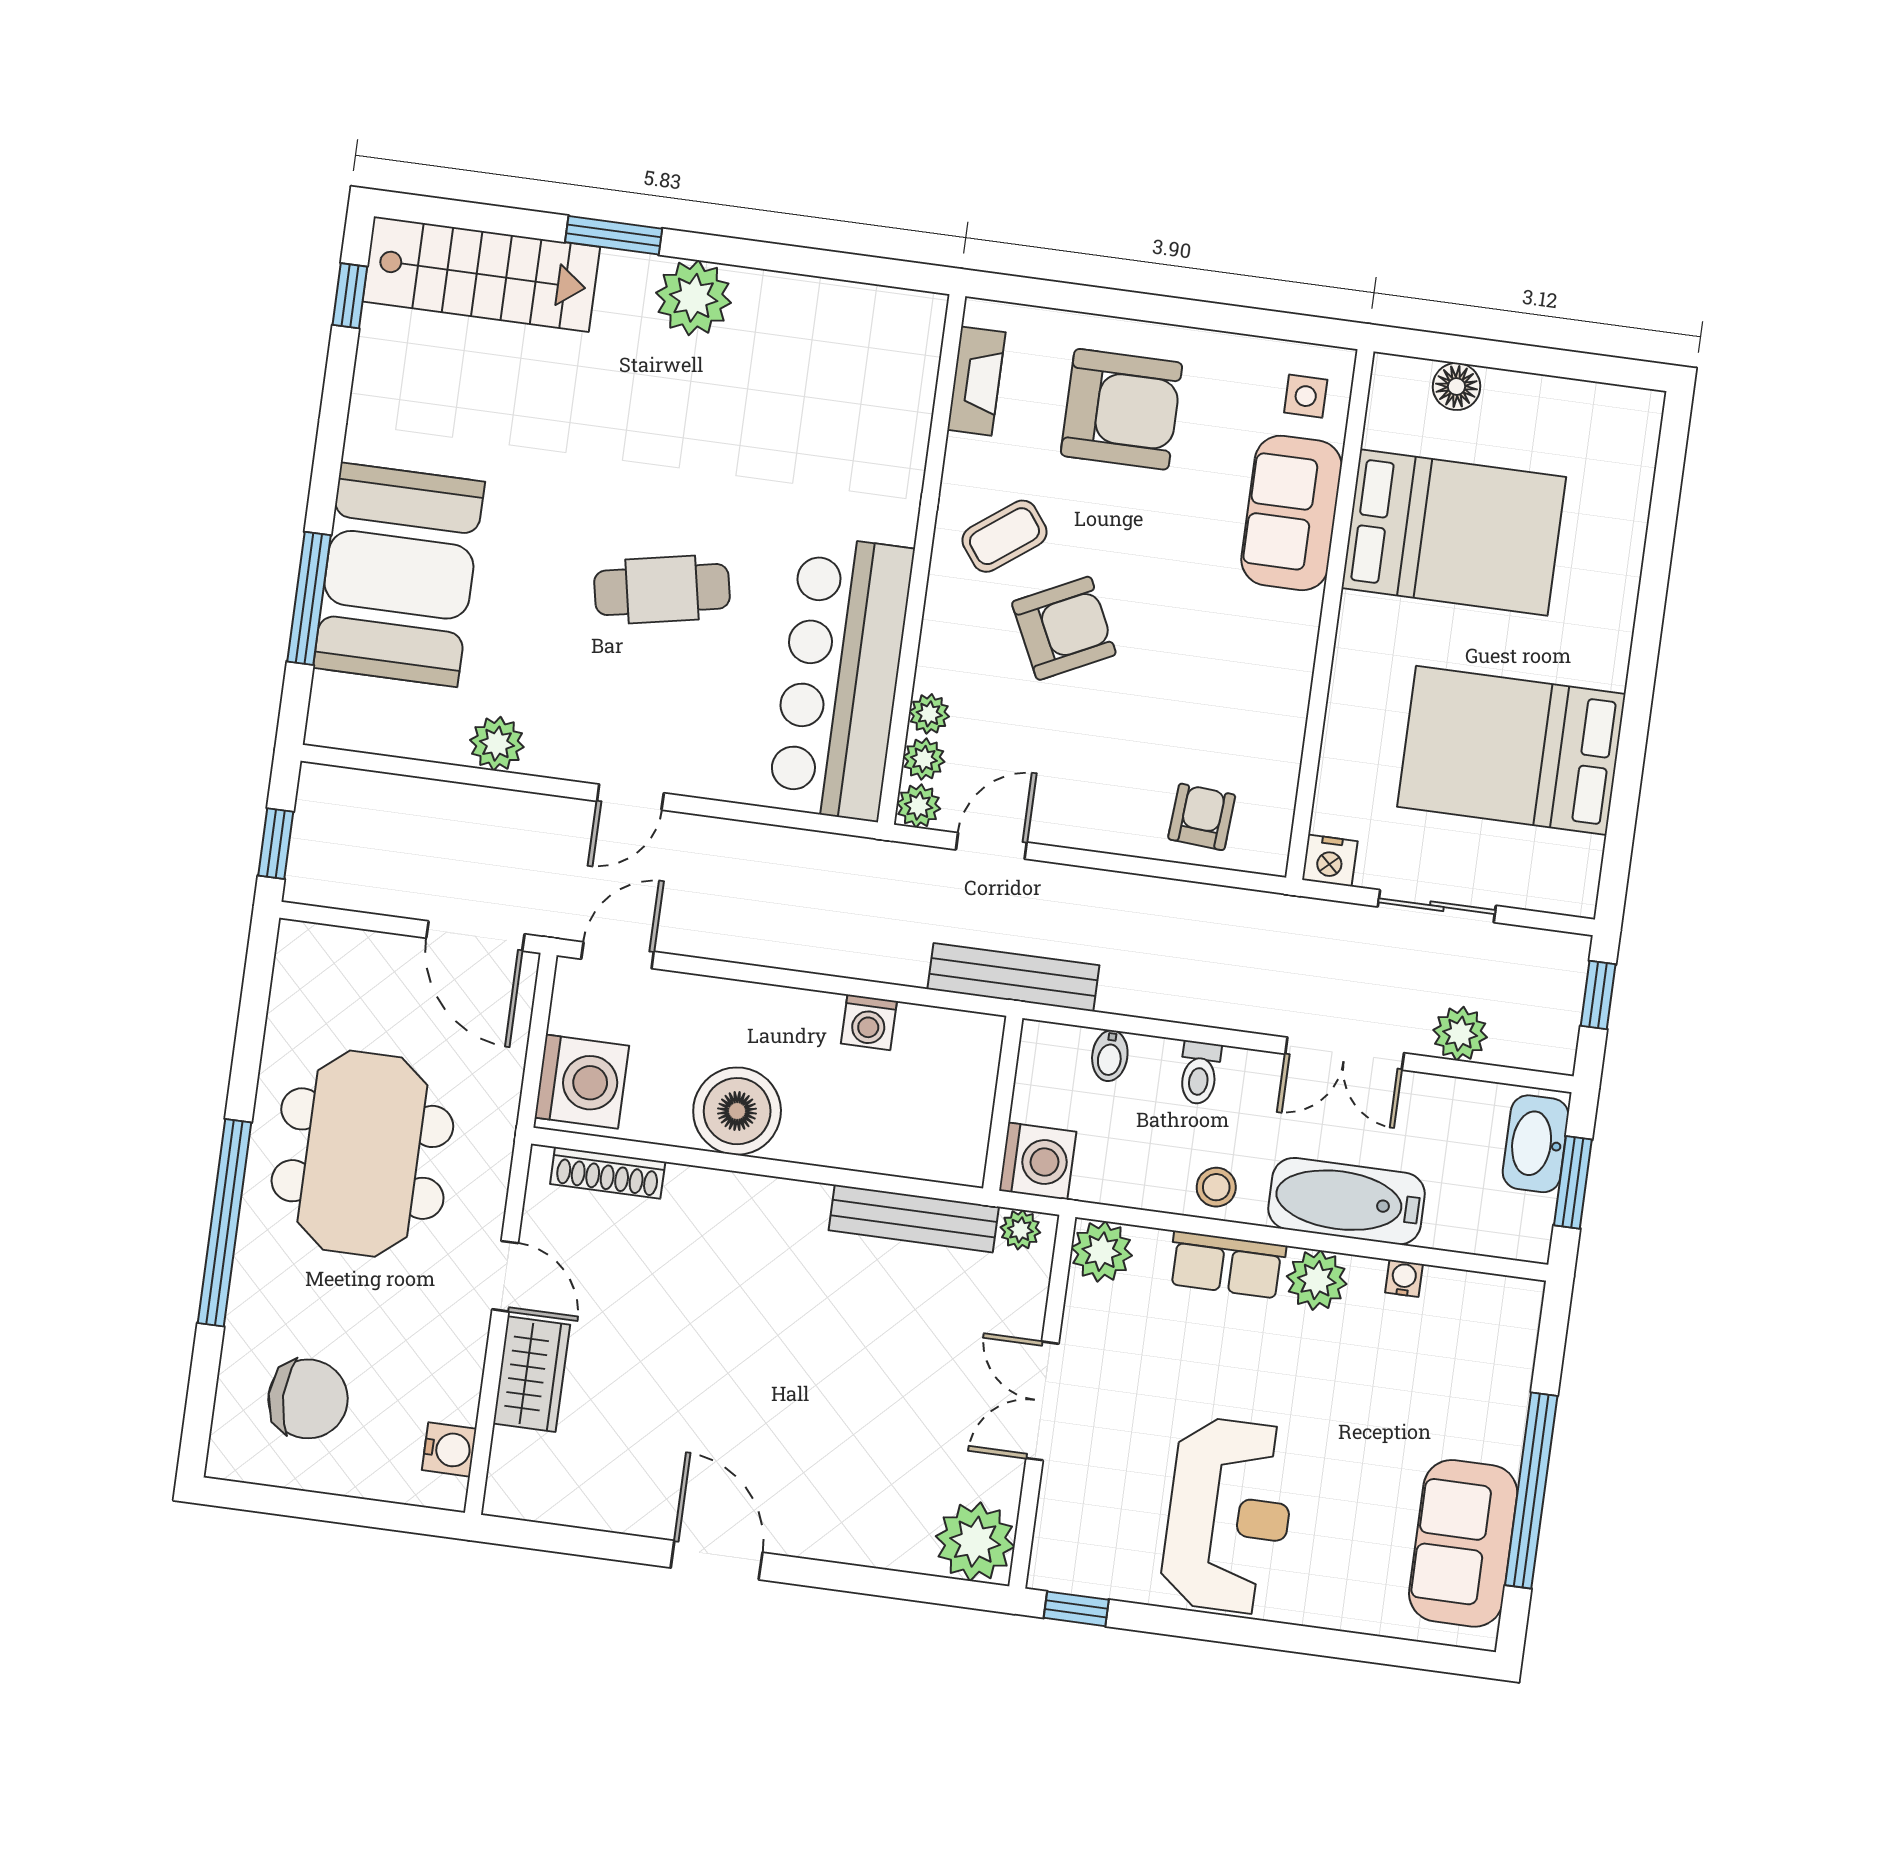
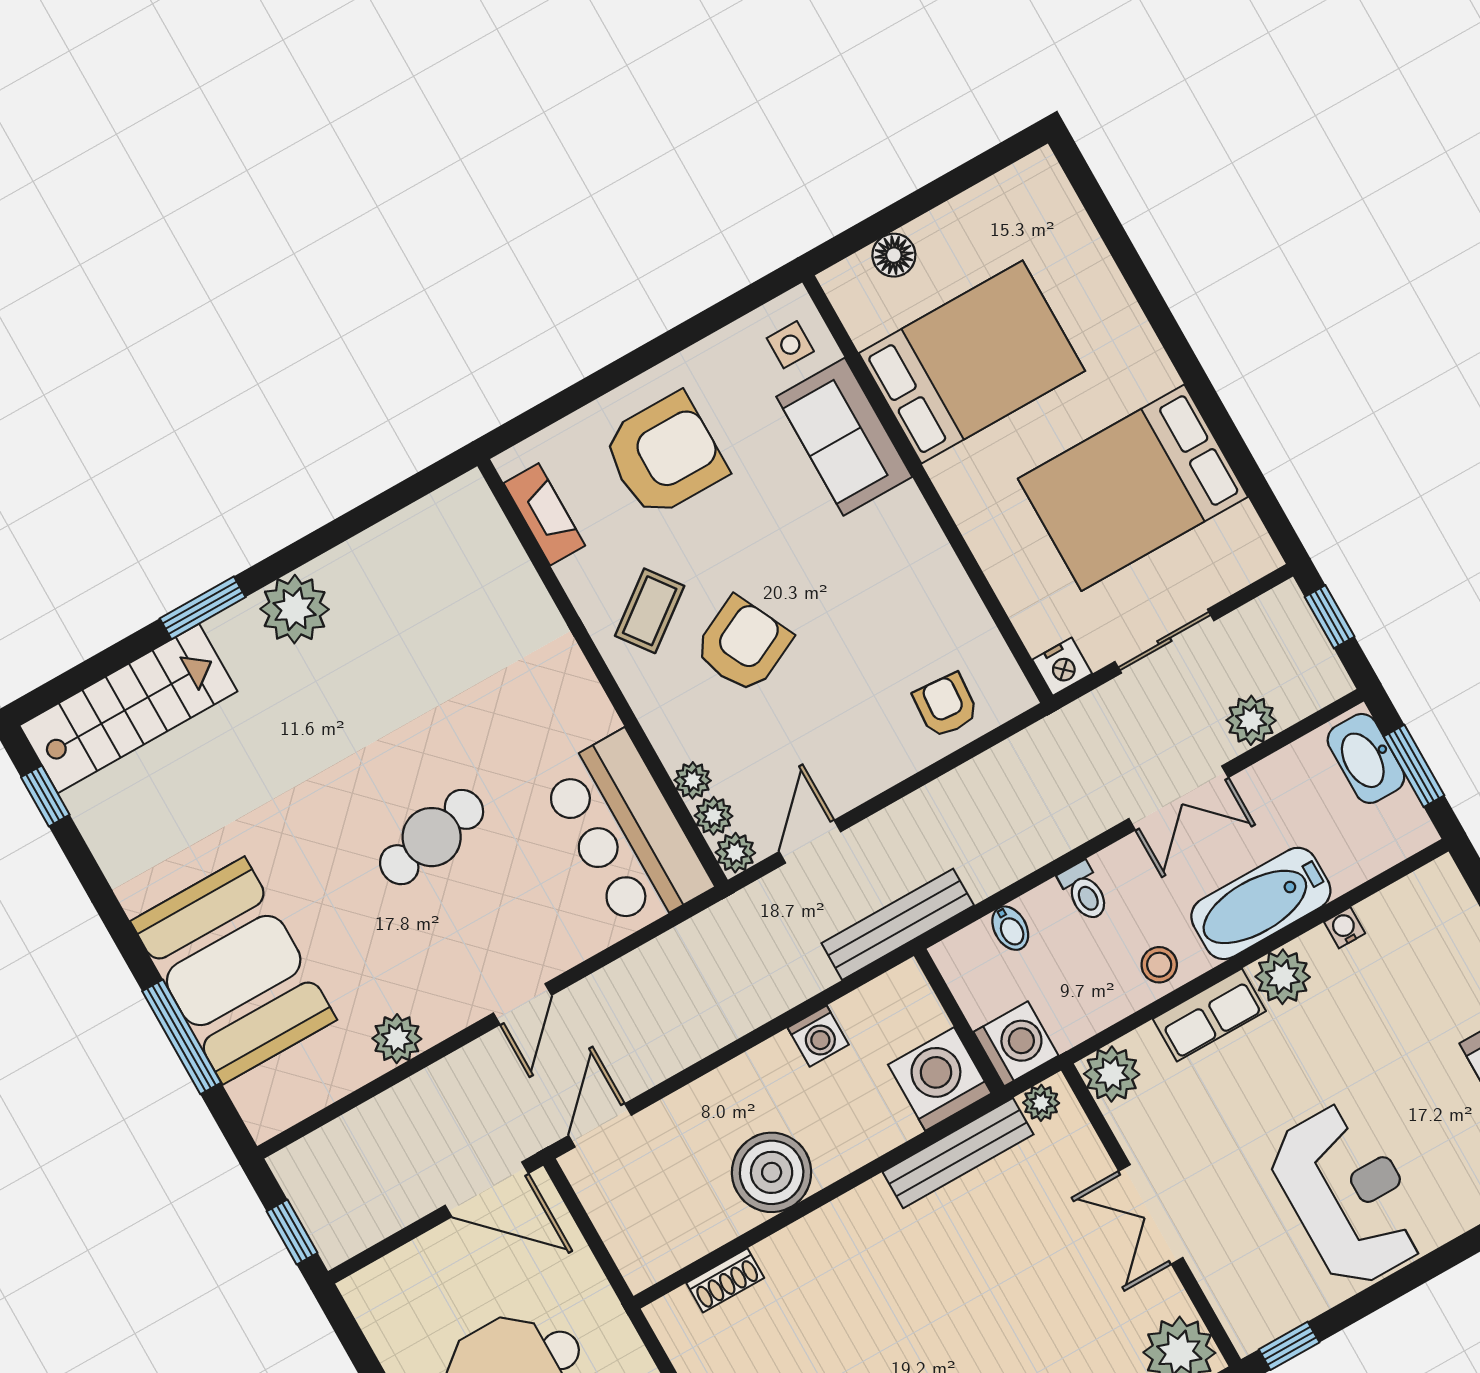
bar counter: (841, 678) -> (626, 832), width x0.73
washing machine: (582, 1082) -> (940, 1079), moved, turned -90
shoe rack: (608, 1173) -> (725, 1280), width x0.70

